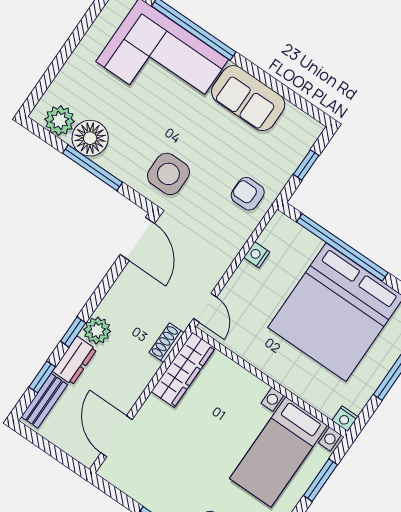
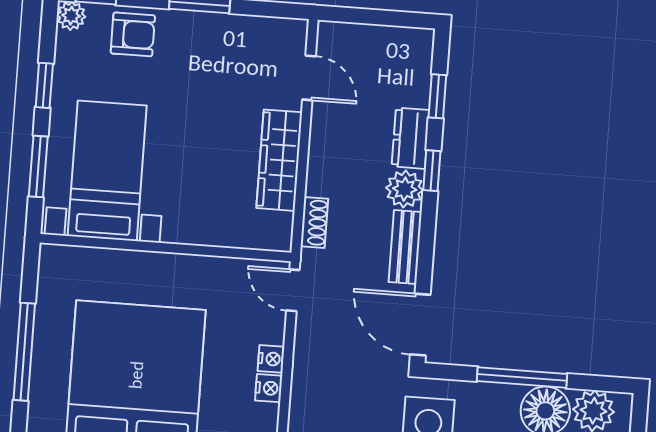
wardrobe: (183, 370) -> (279, 160), moved
bench: (44, 401) -> (405, 247), moved
nightstand: (345, 419) -> (271, 359), moved, turned 90
door: (117, 436) -> (309, 78), width x0.73

